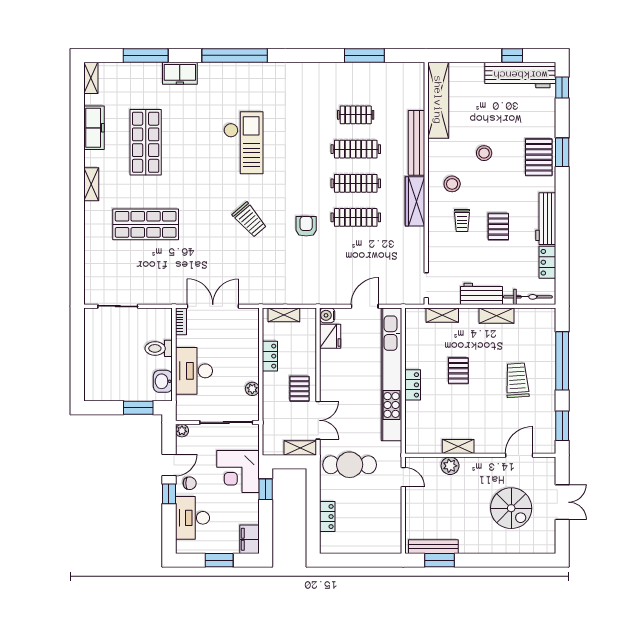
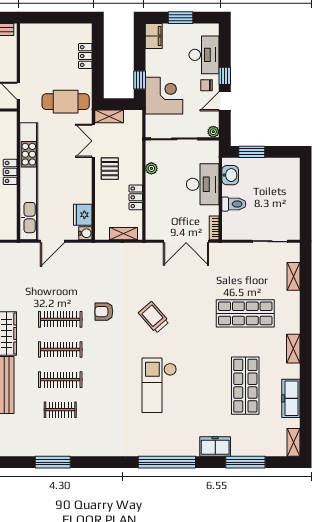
armchair: (306, 226) -> (104, 312), turned 90
shelving: (91, 266) -> (293, 276), added

